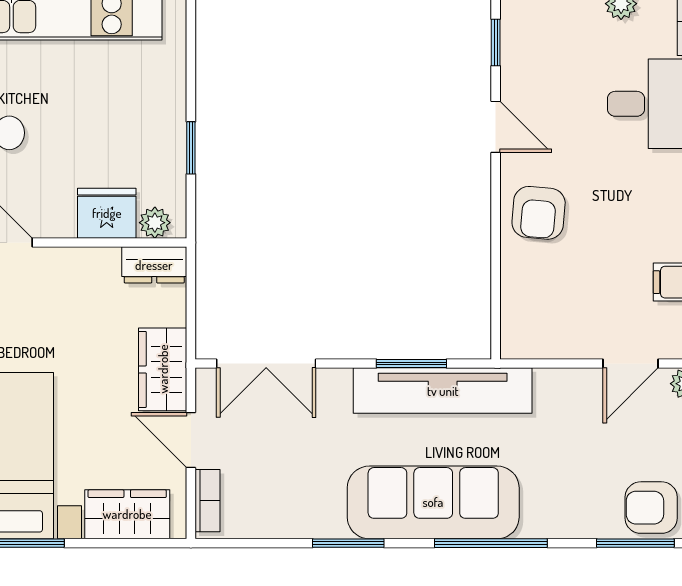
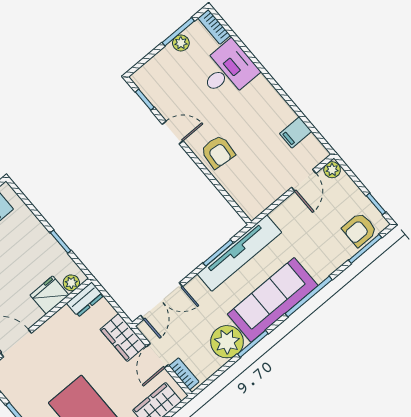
door: (191, 440) -> (157, 356), hinge flipped
plant: (312, 507) -> (227, 342), added

